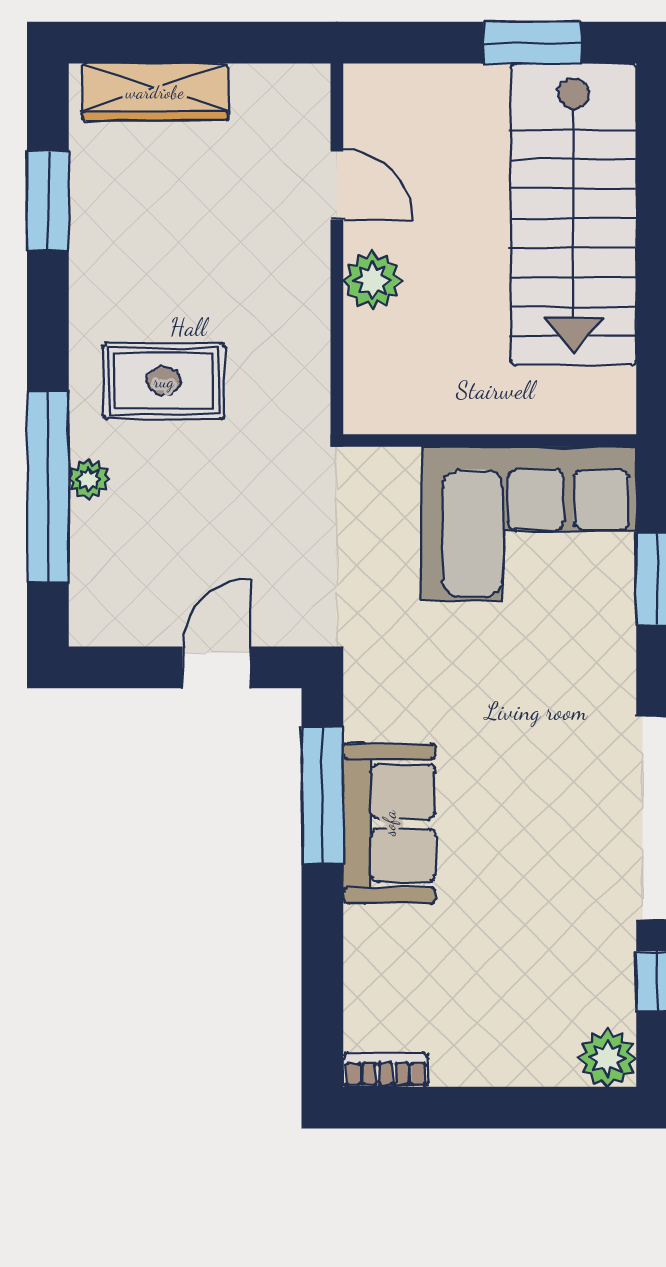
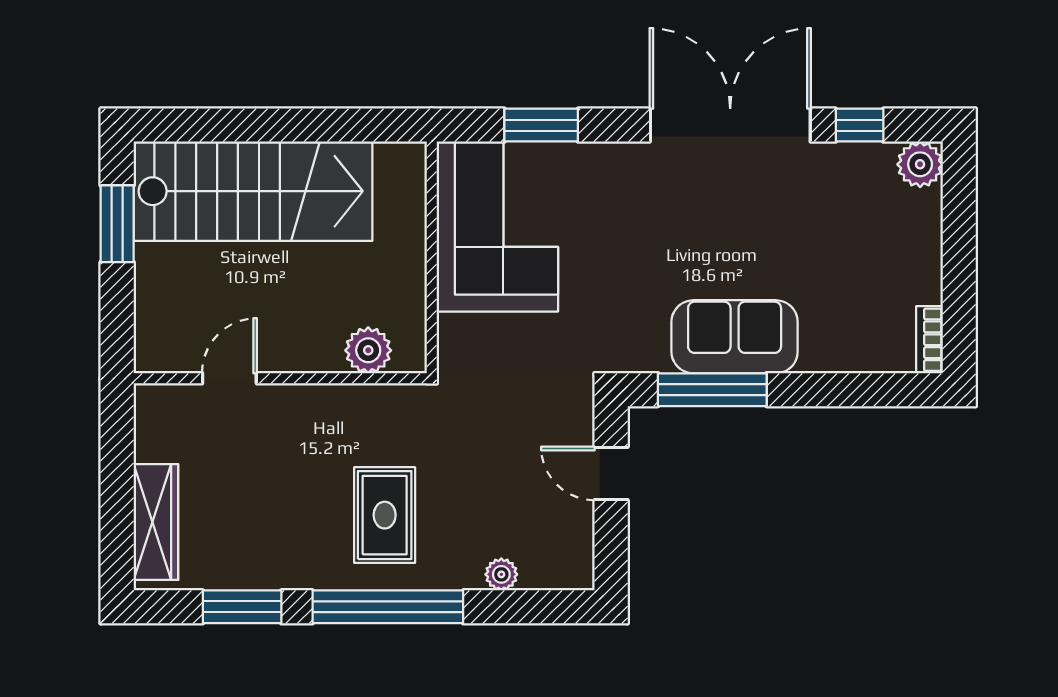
plant: (372, 280) -> (368, 350), moved
plant: (89, 479) -> (501, 574), moved
window: (48, 486) -> (388, 607), moved

